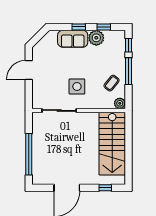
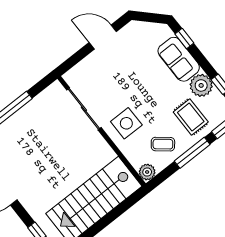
window: (79, 27) -> (184, 38), moved
rug: (109, 57) -> (191, 117), added
side table: (77, 86) -> (126, 123), moved

